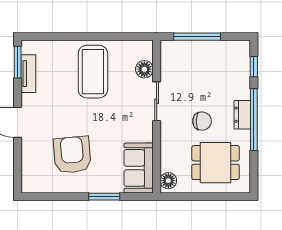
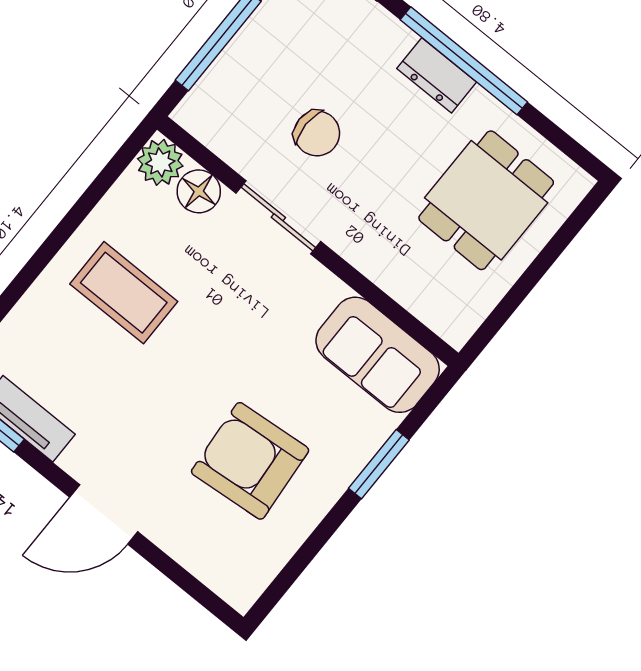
plant: (144, 50) -> (160, 162), added
coffee table: (93, 72) -> (124, 293), width x0.73, depth x0.76
chair: (202, 121) -> (317, 133), moved, turned 90
floor lamp: (168, 181) -> (447, 318), removed

